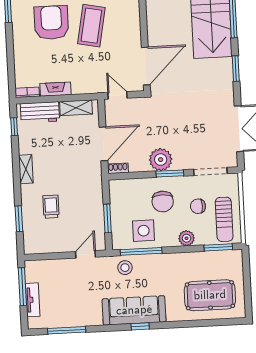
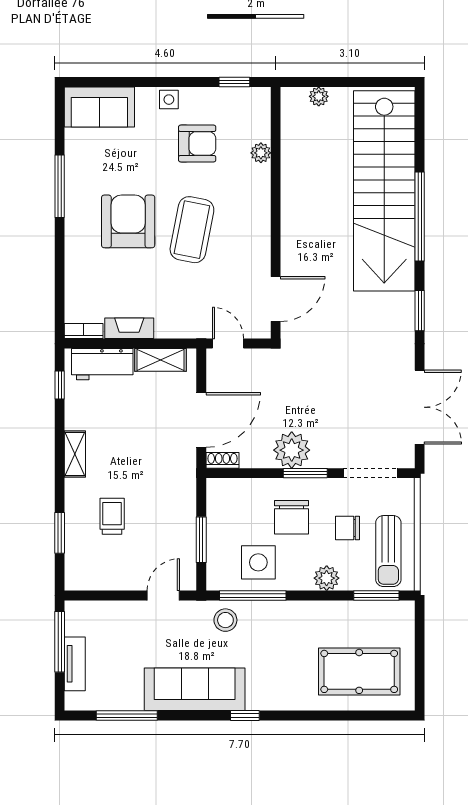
door: (146, 66) -> (276, 299), width x0.73
sofa: (134, 310) -> (195, 689), moved

